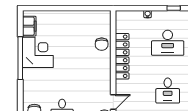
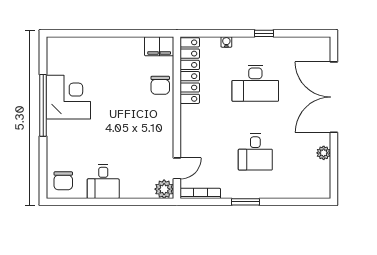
filing cabinet: (29, 26) -> (159, 46), moved, turned 90
locker: (122, 56) -> (190, 71), moved

